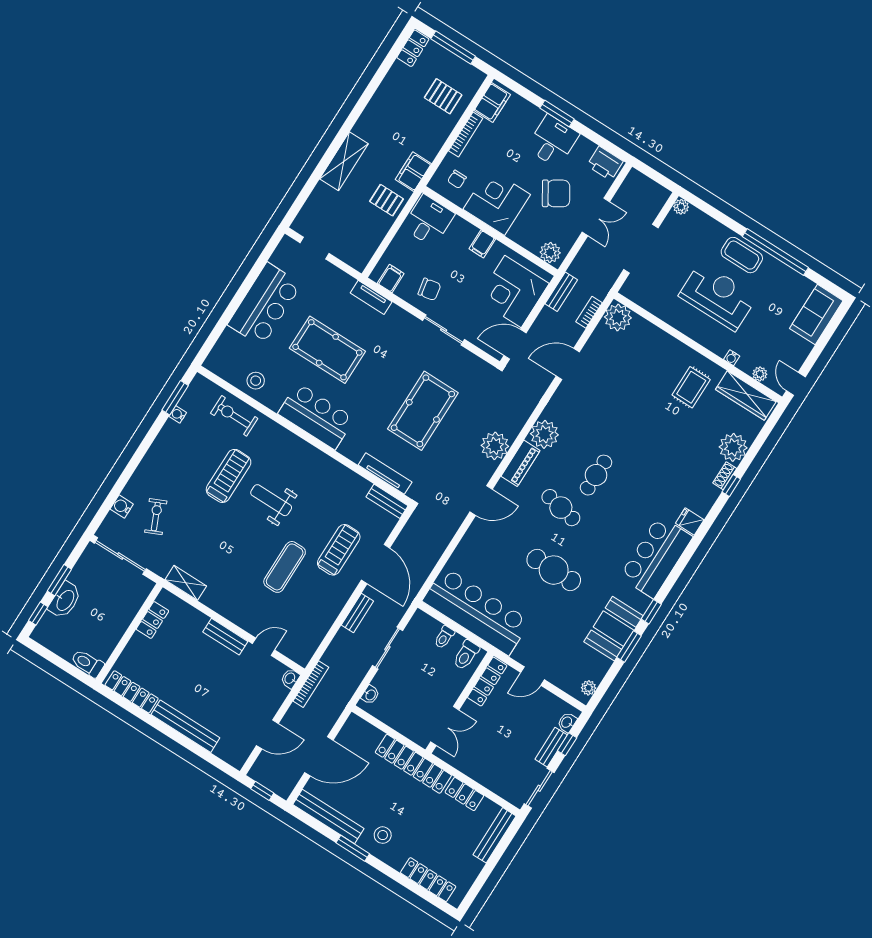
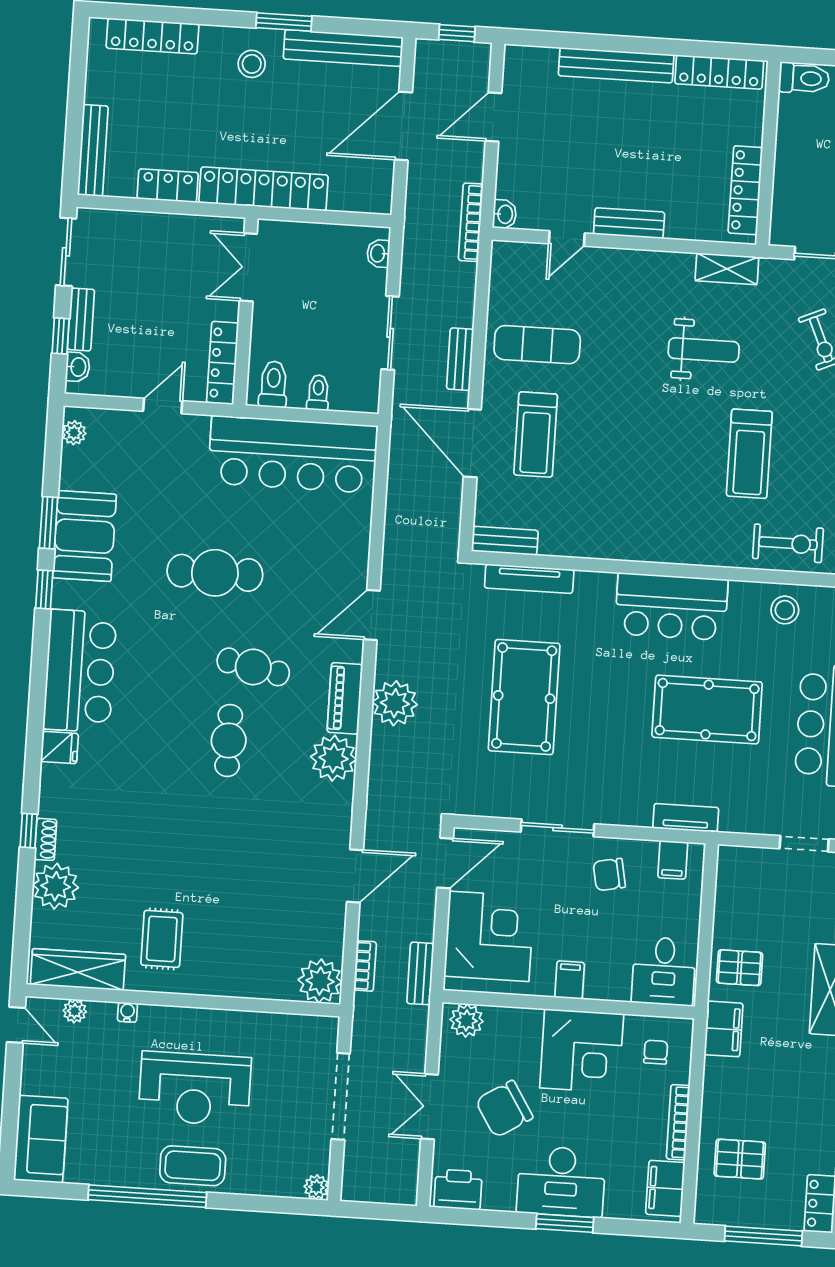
desk: (553, 141) -> (561, 1182), width x1.37
weight bench: (271, 500) -> (704, 350), moved
exercise mat: (285, 567) -> (537, 345), moved, turned 90
locker: (152, 620) -> (745, 190), width x1.53

